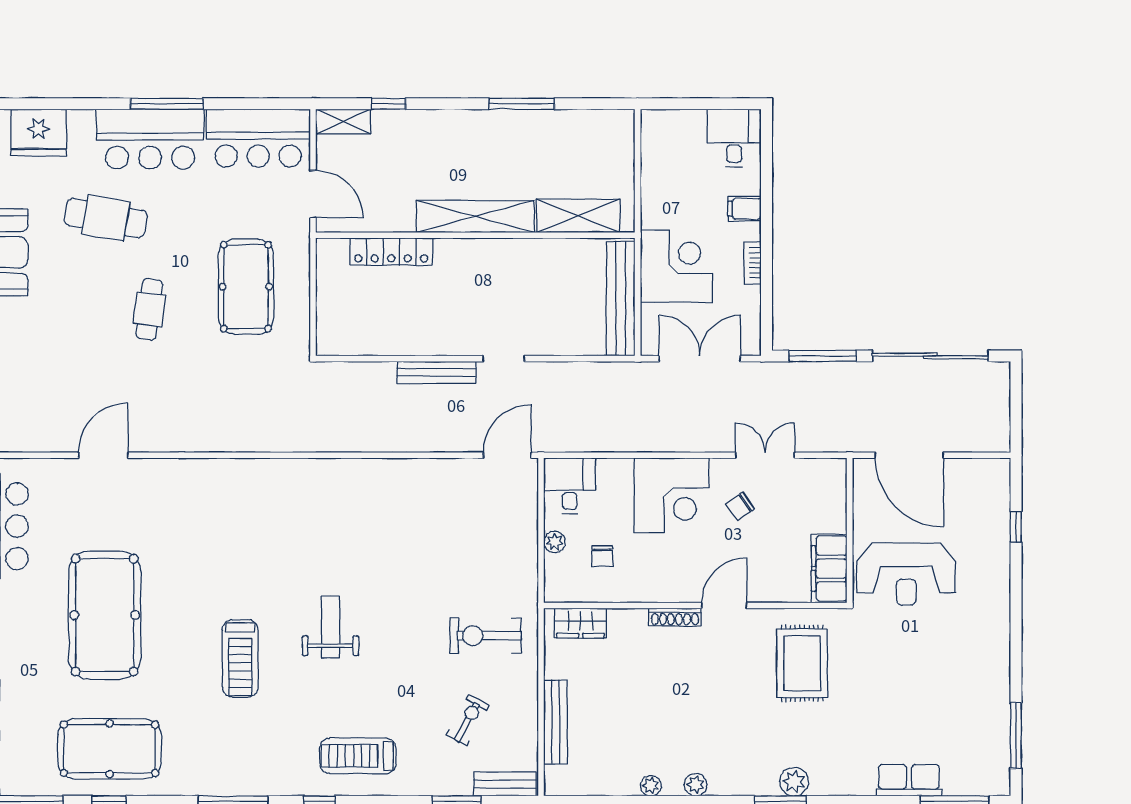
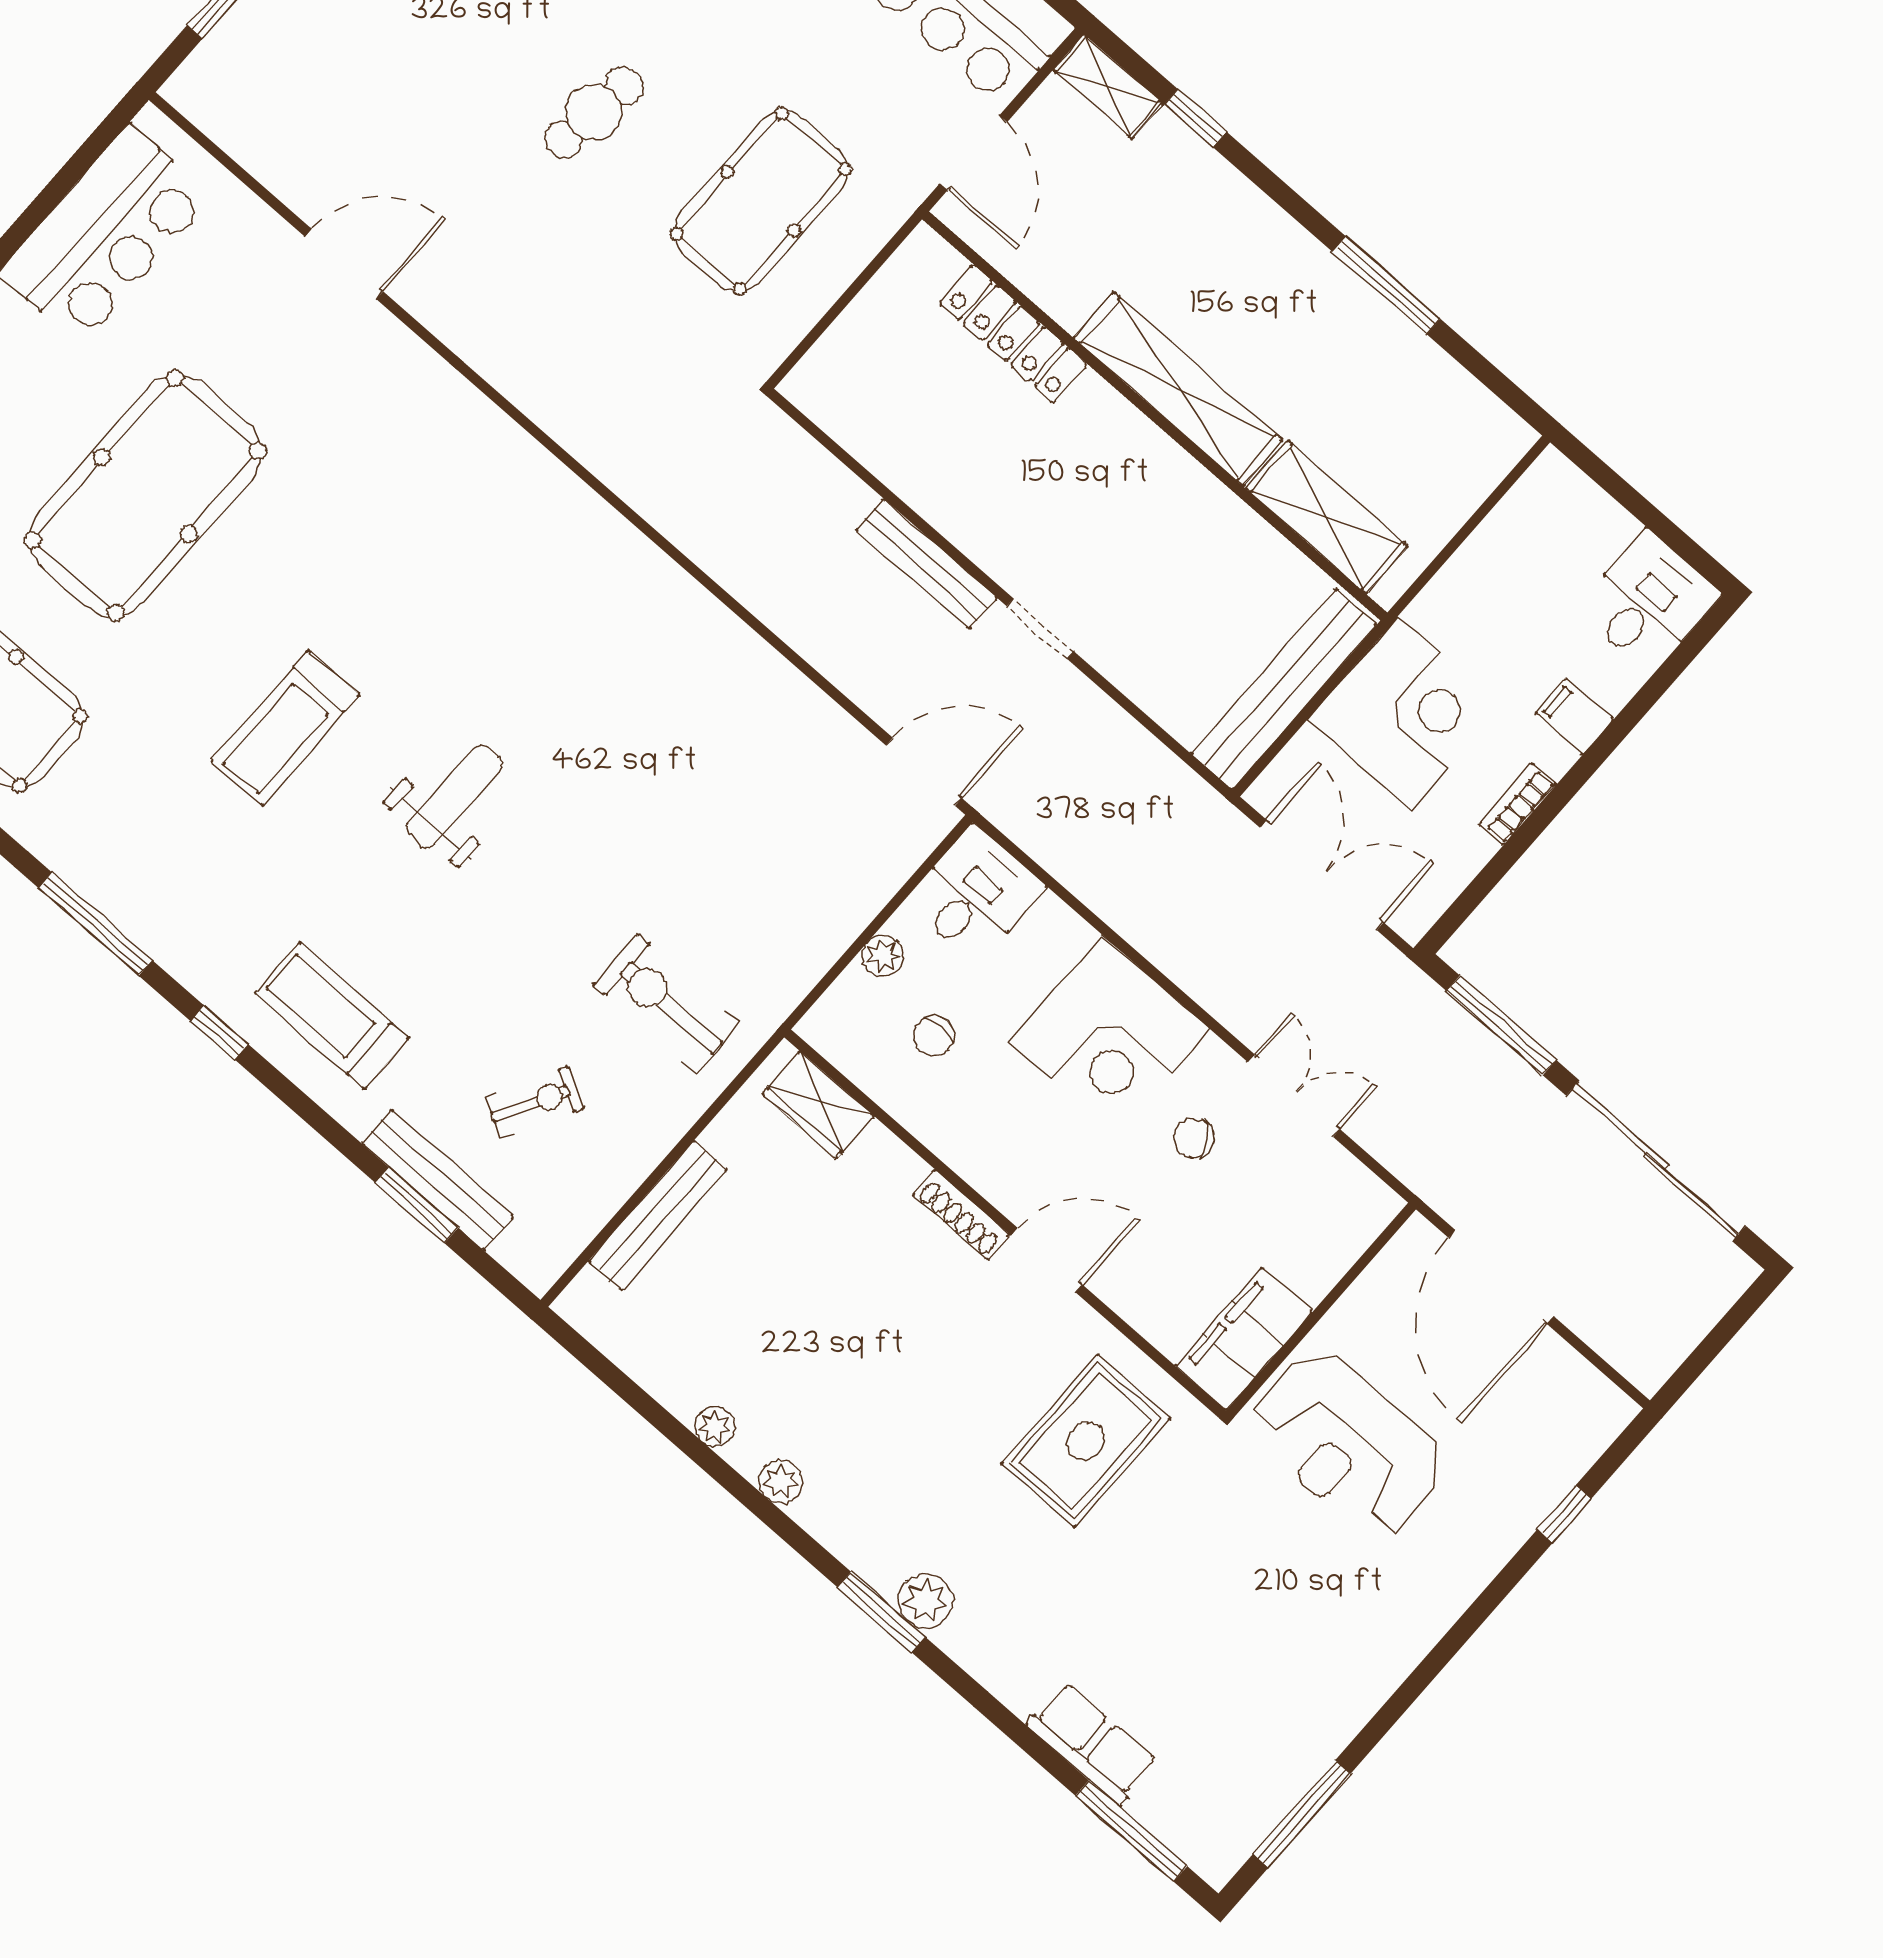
bench: (505, 784) -> (438, 1180), moved, width x1.36

